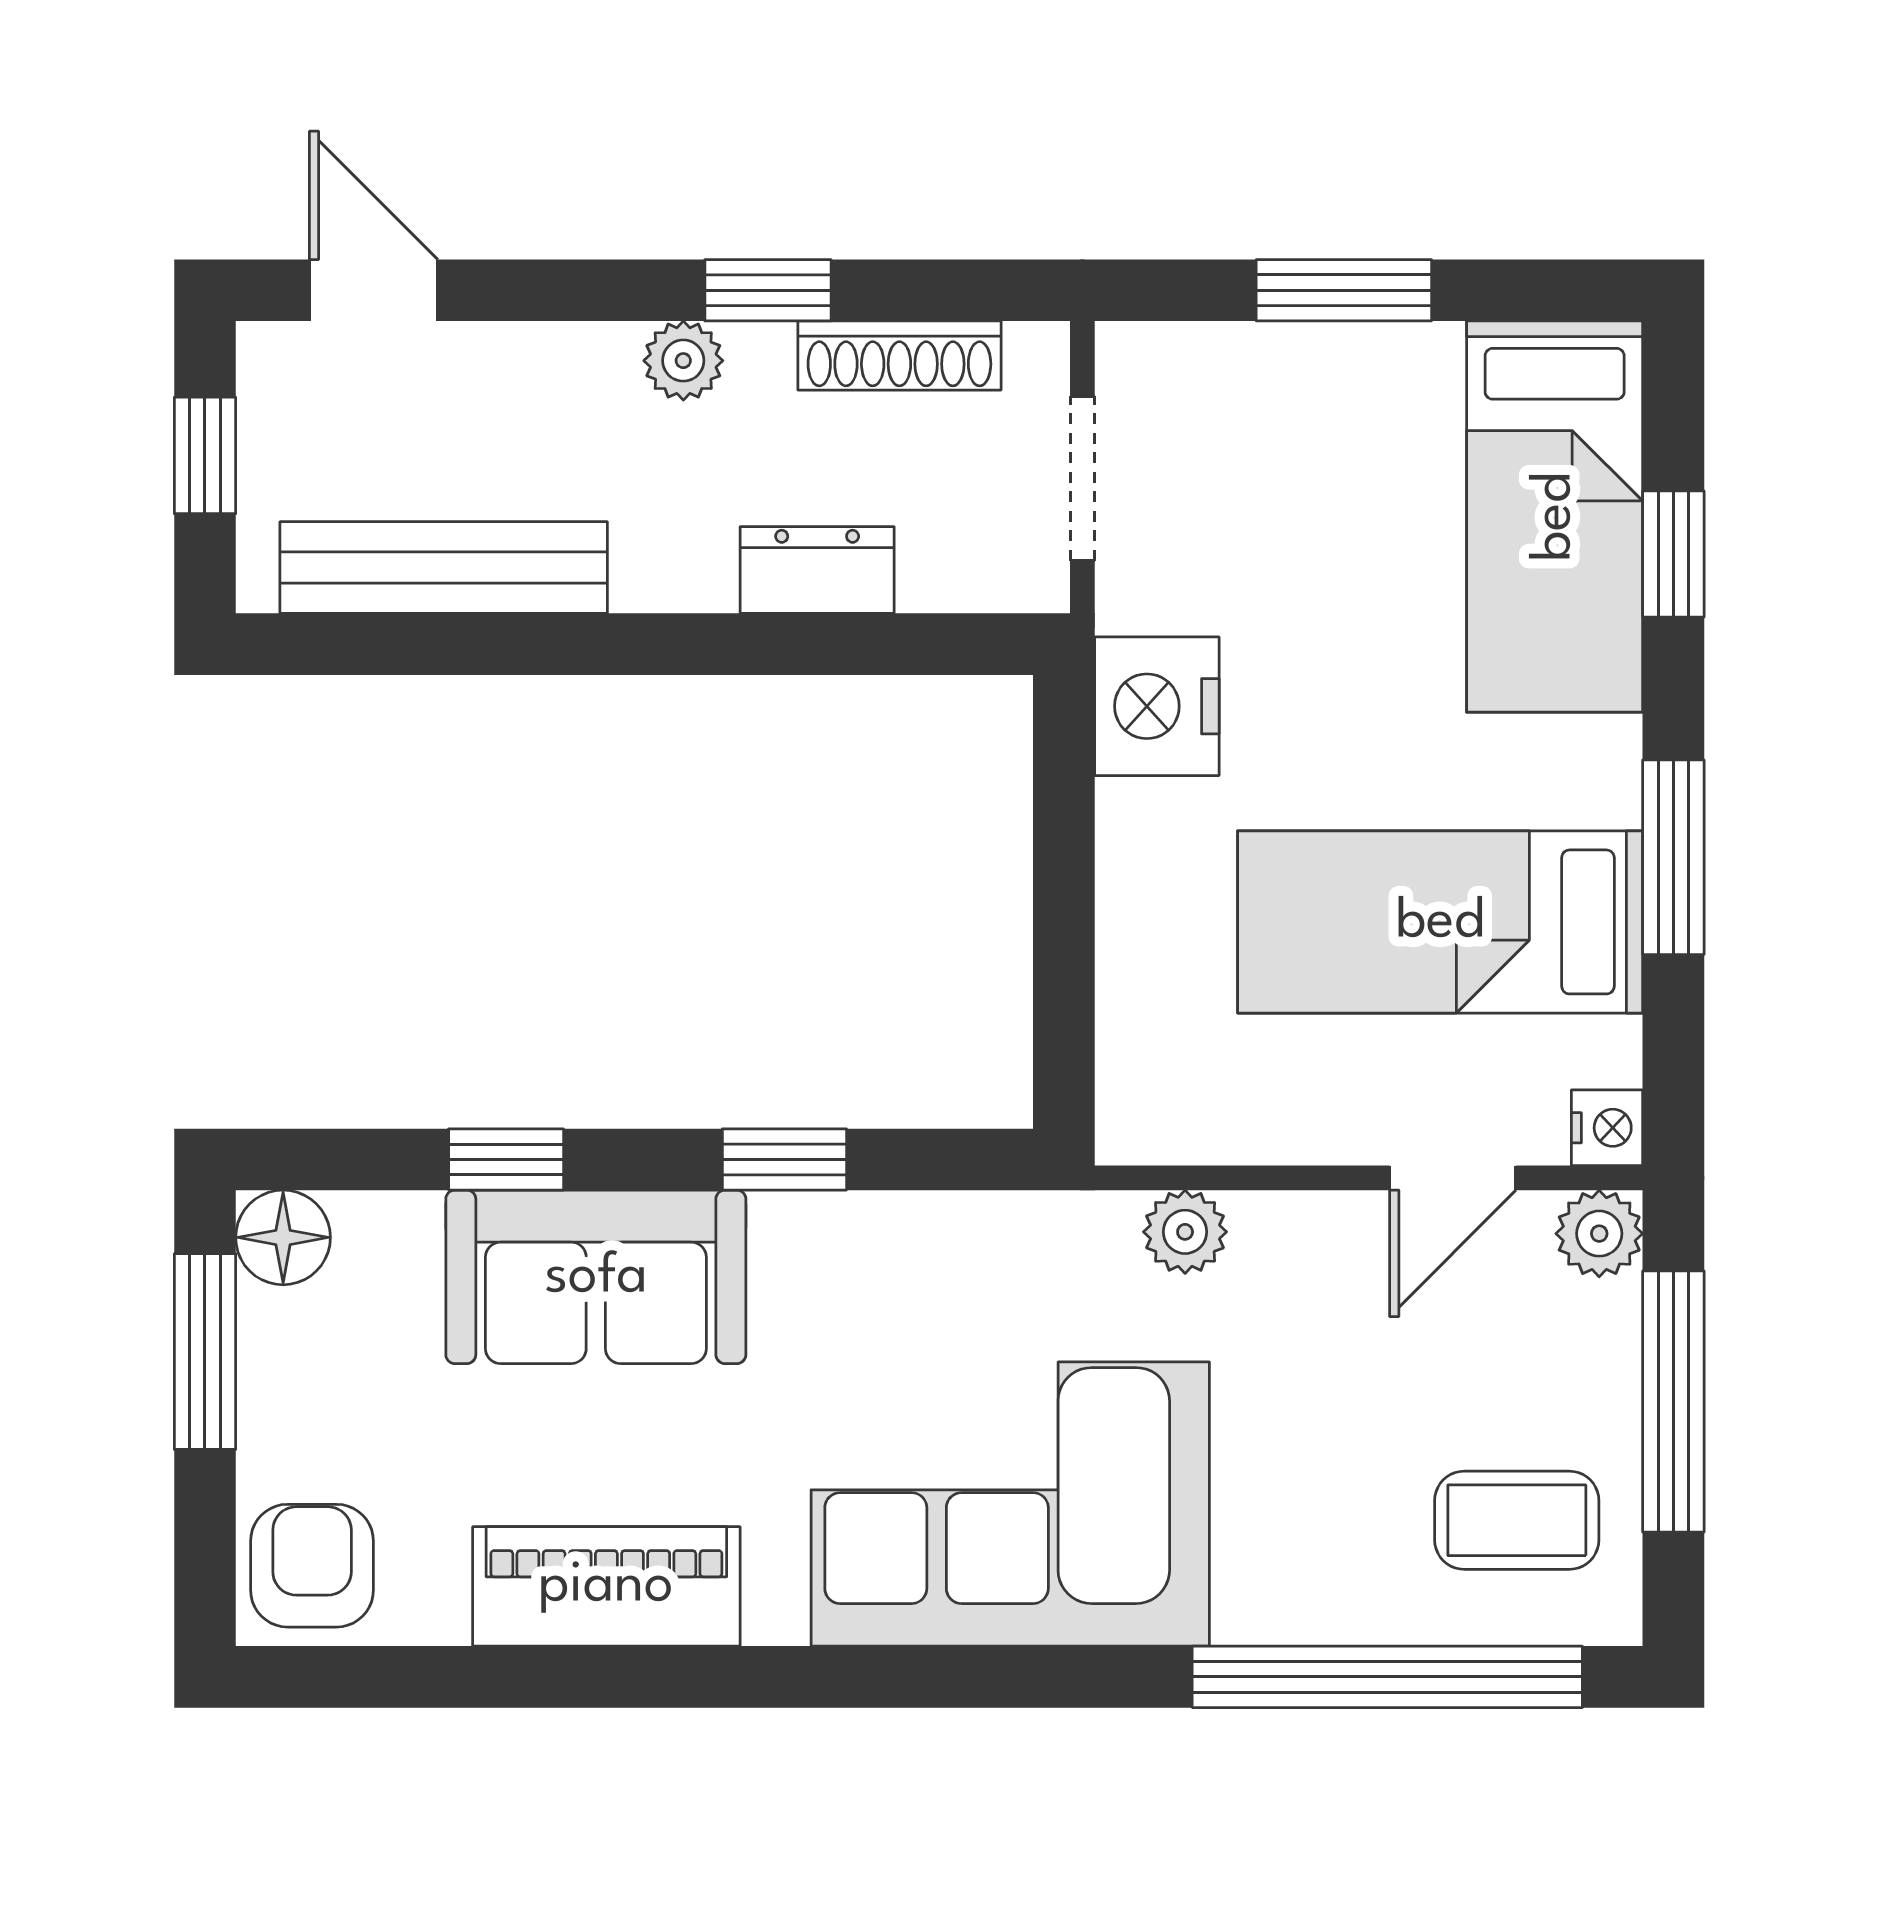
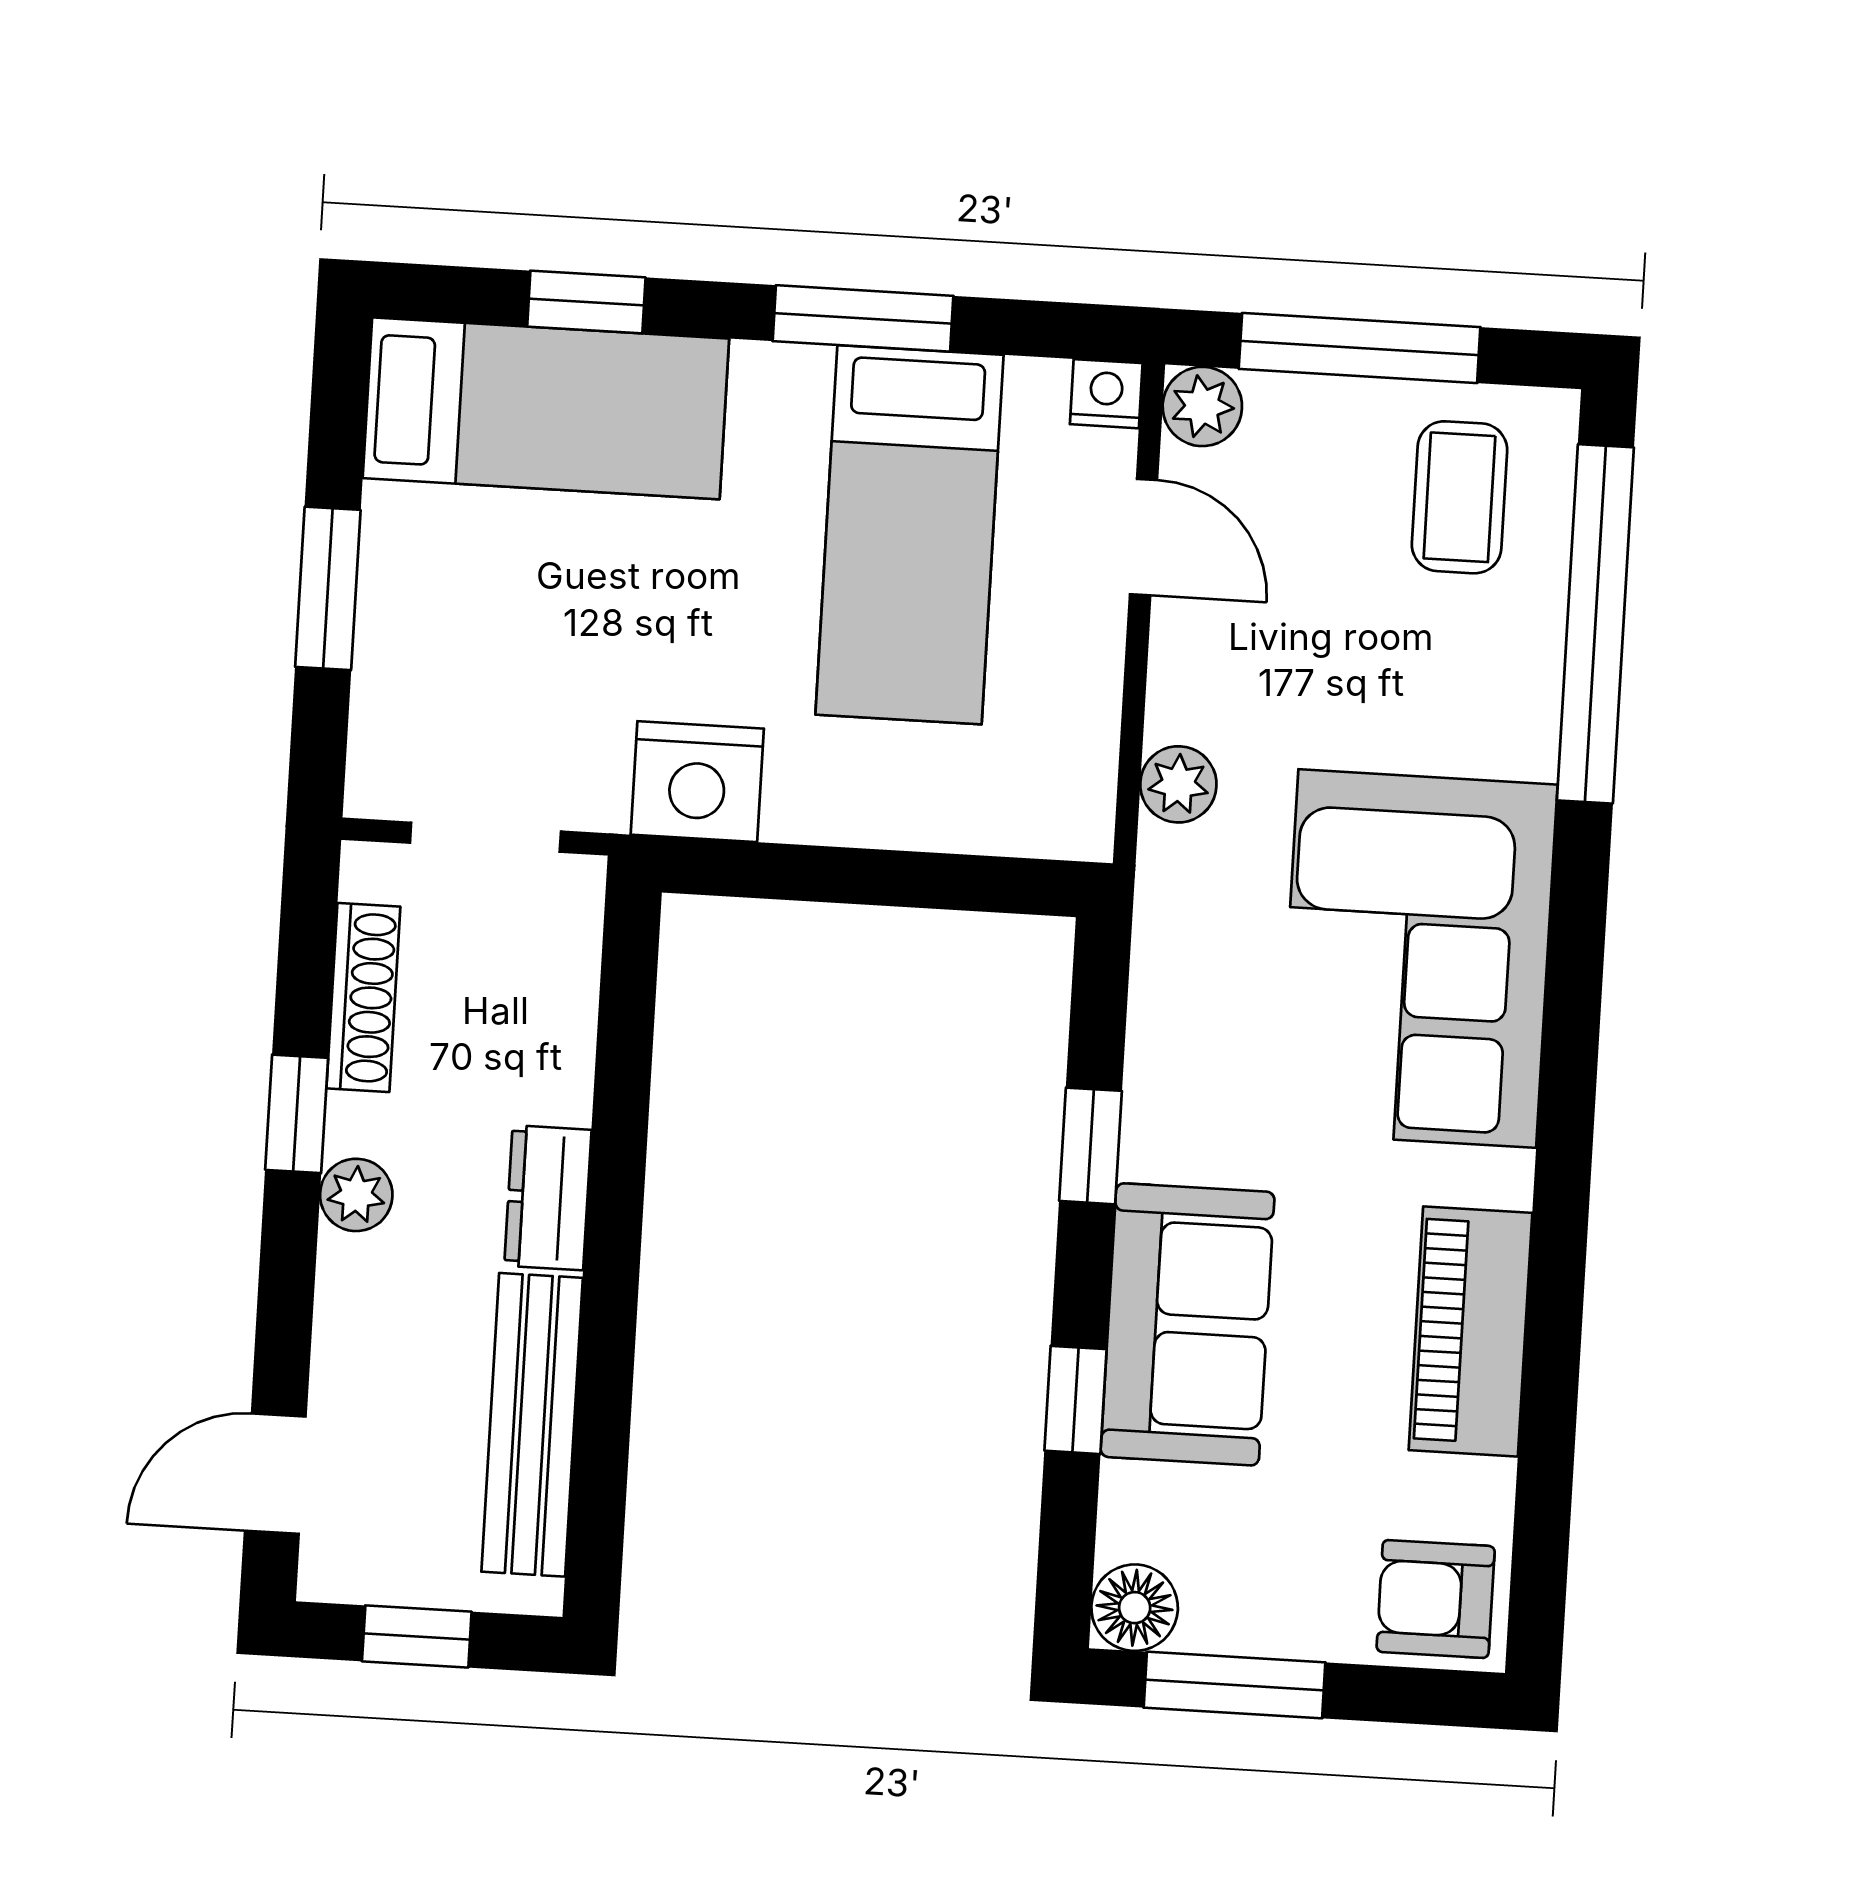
dresser: (817, 570) -> (548, 1198), moved

